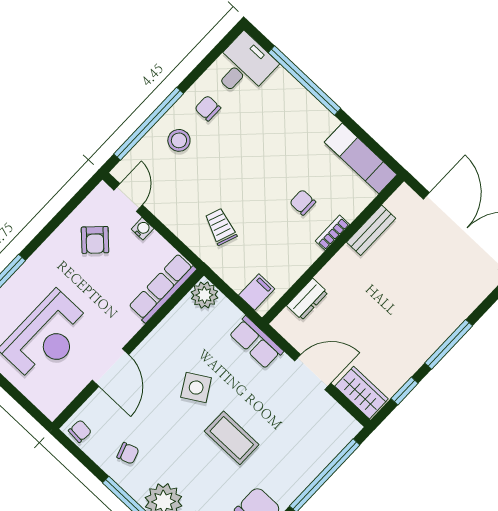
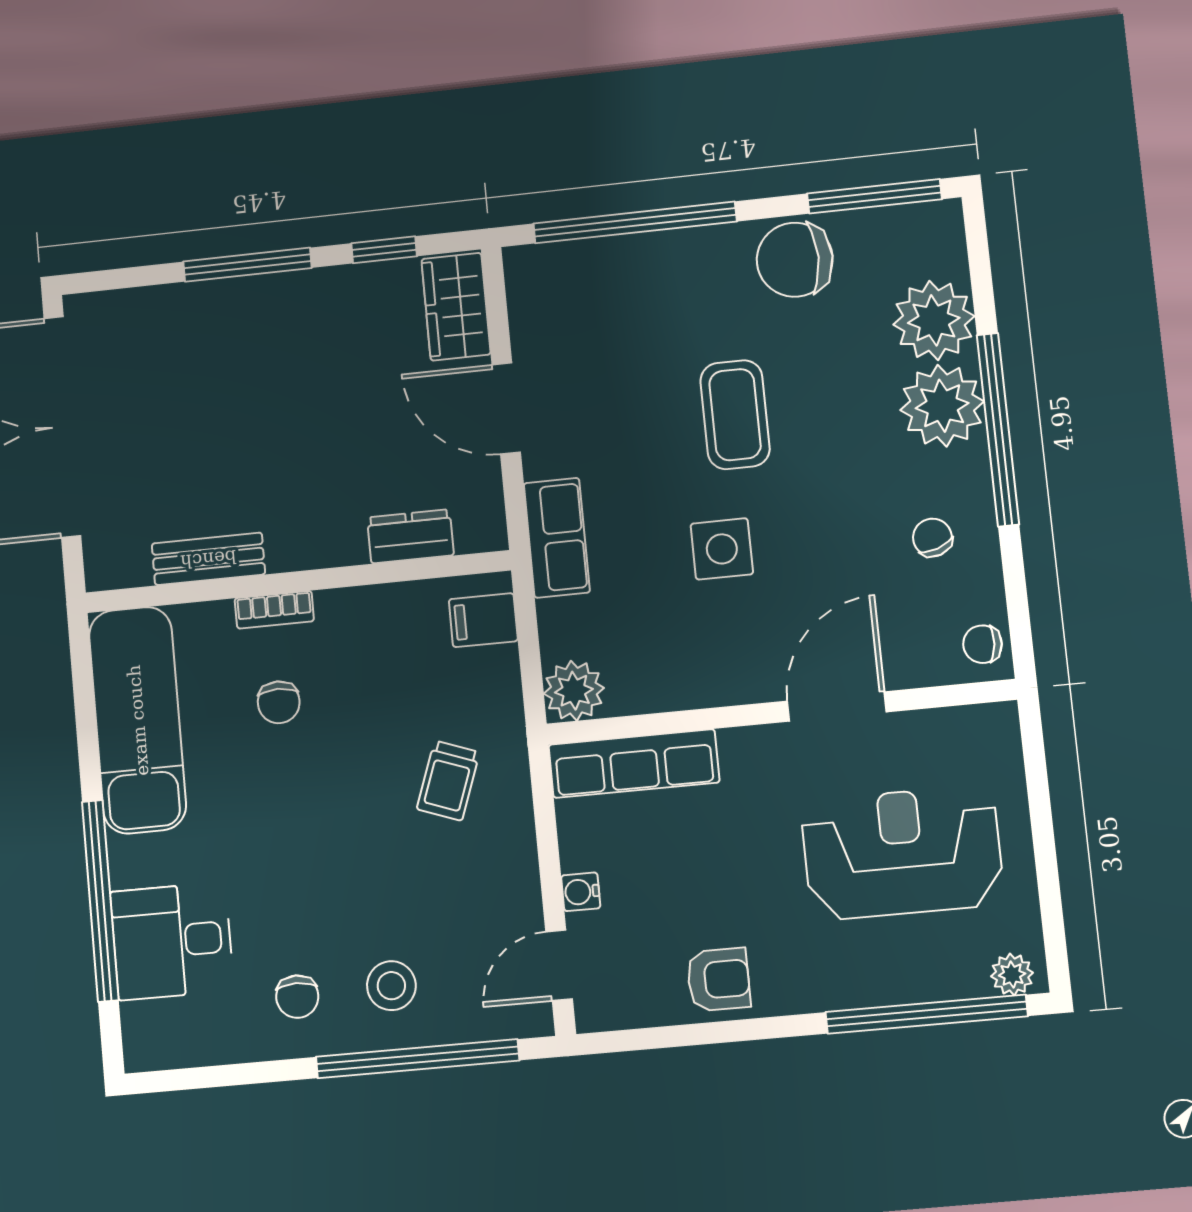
desk: (244, 66) -> (172, 941), moved
exam couch: (361, 158) -> (138, 720), width x1.36, depth x1.45
armchair: (95, 240) -> (718, 980), moved, turned 45
side table: (196, 388) -> (722, 549), turned 31

